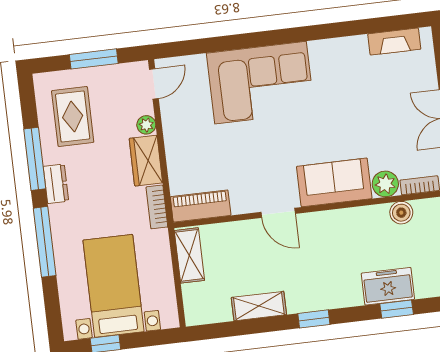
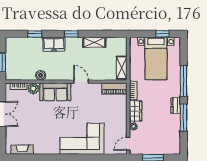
rug: (73, 116) -> (165, 134), removed
boiler: (401, 213) -> (41, 75), moved
freezer: (388, 286) -> (54, 44), moved

